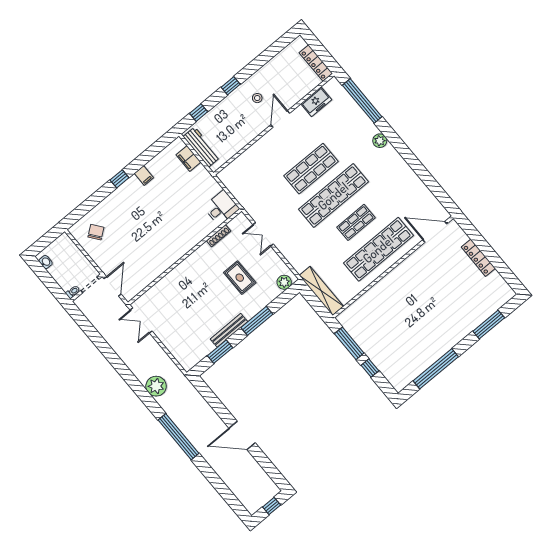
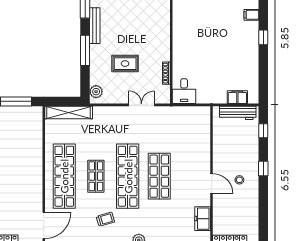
filing cabinet: (144, 176) -> (251, 15), moved
trolley: (386, 184) -> (105, 219), added

